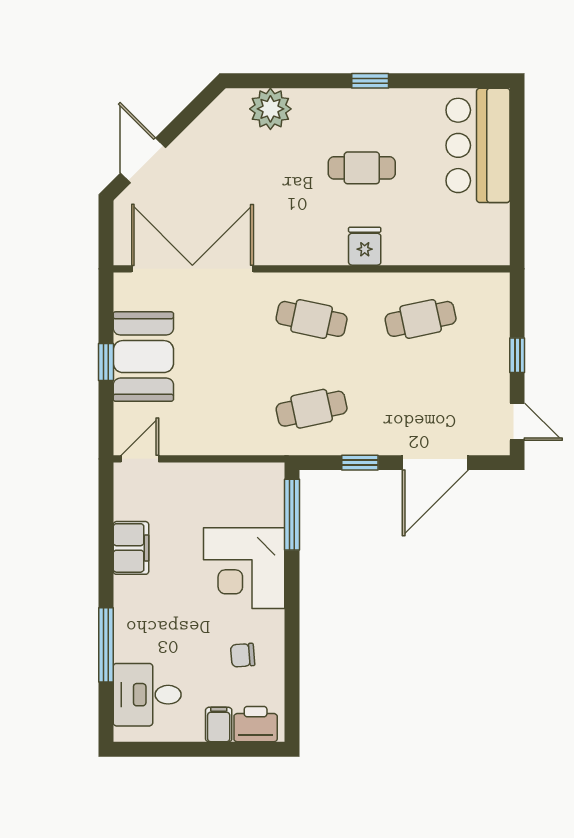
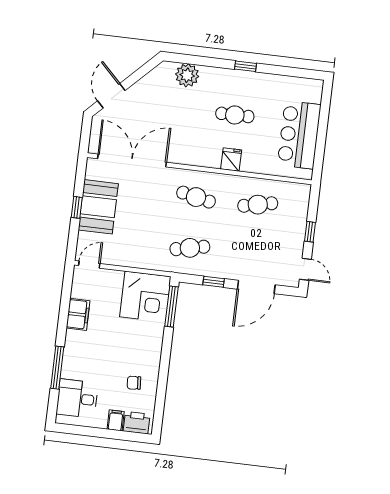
bar counter: (478, 145) -> (299, 135), moved
corner desk: (244, 568) -> (145, 297), moved, turned -90

